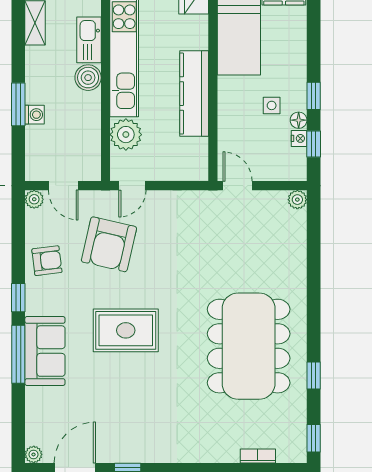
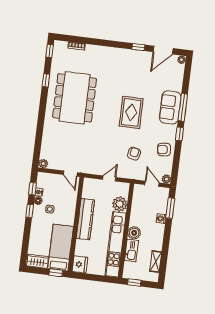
window: (18, 104) -> (170, 208), moved
door: (132, 186) -> (109, 178), moved
armchair: (109, 244) -> (134, 154), width x0.53, depth x0.53
rug: (126, 330) -> (131, 112), turned 90

